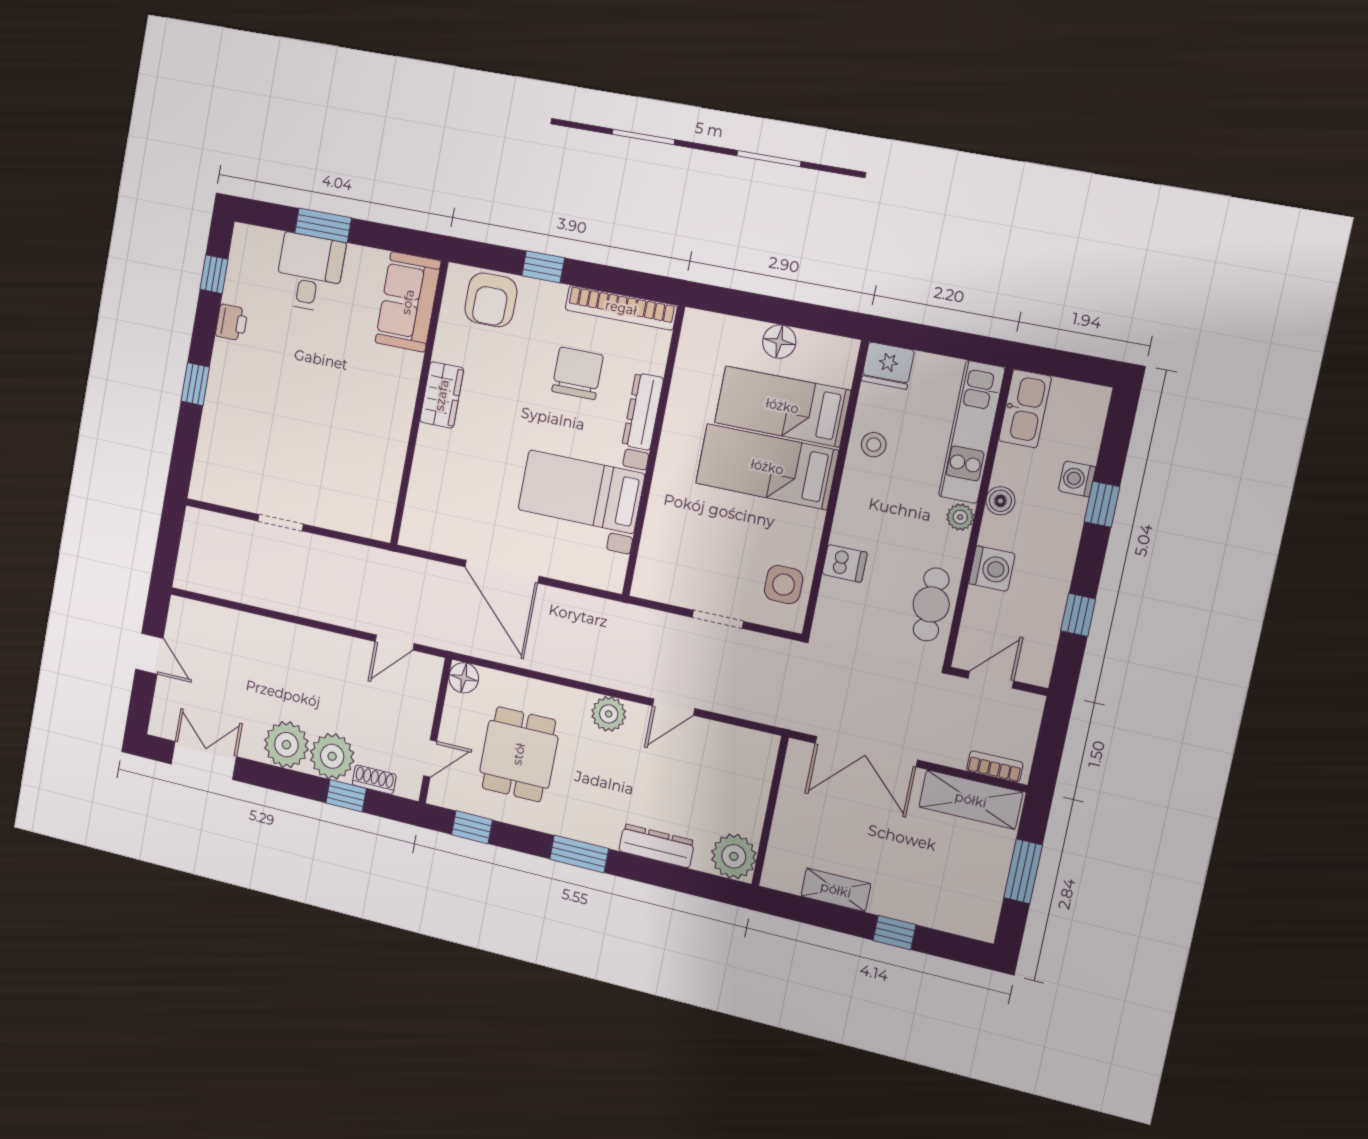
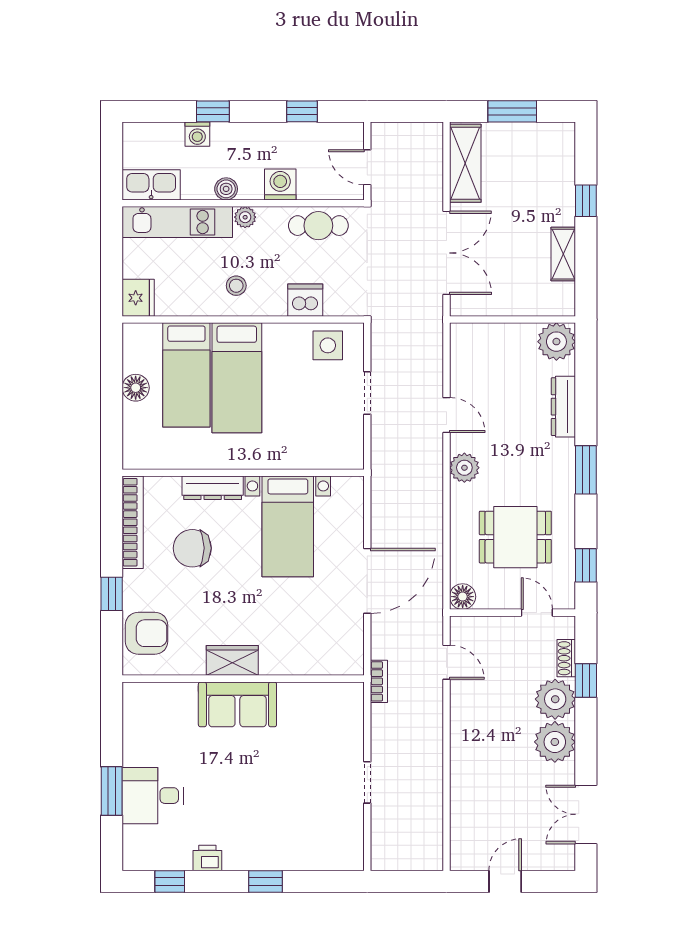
sofa: (408, 302) -> (237, 704), moved
stool: (874, 445) -> (236, 286), moved
dishwasher: (845, 563) -> (305, 300), width x1.38
bookcase: (995, 767) -> (379, 681), moved, turned 180

